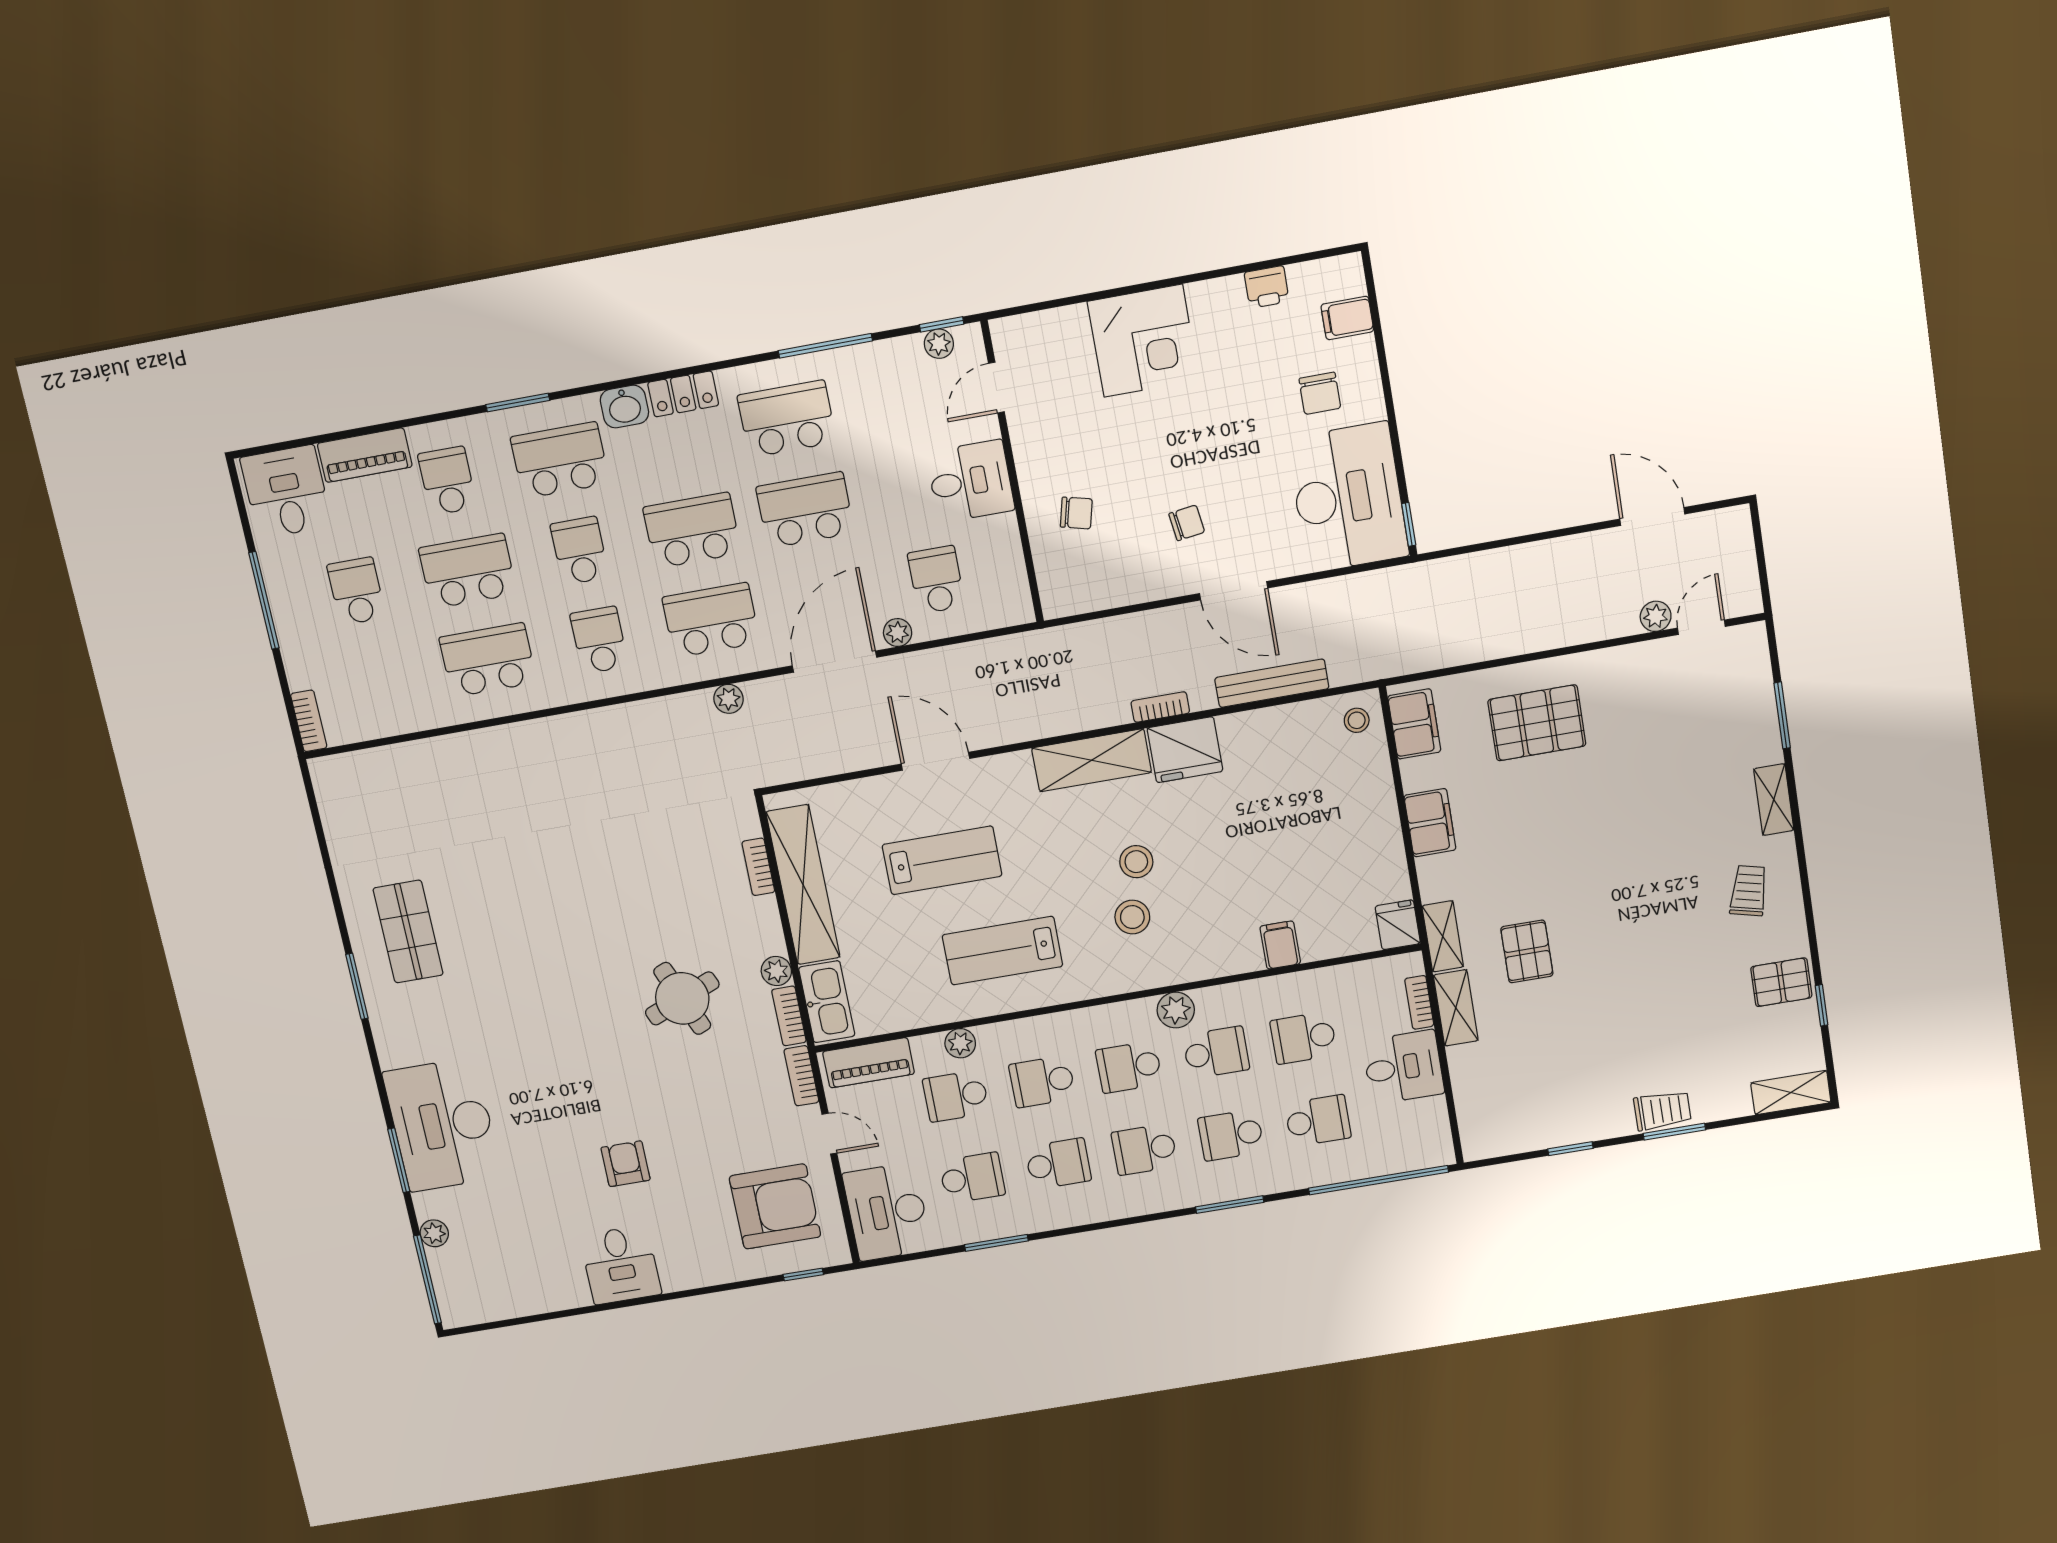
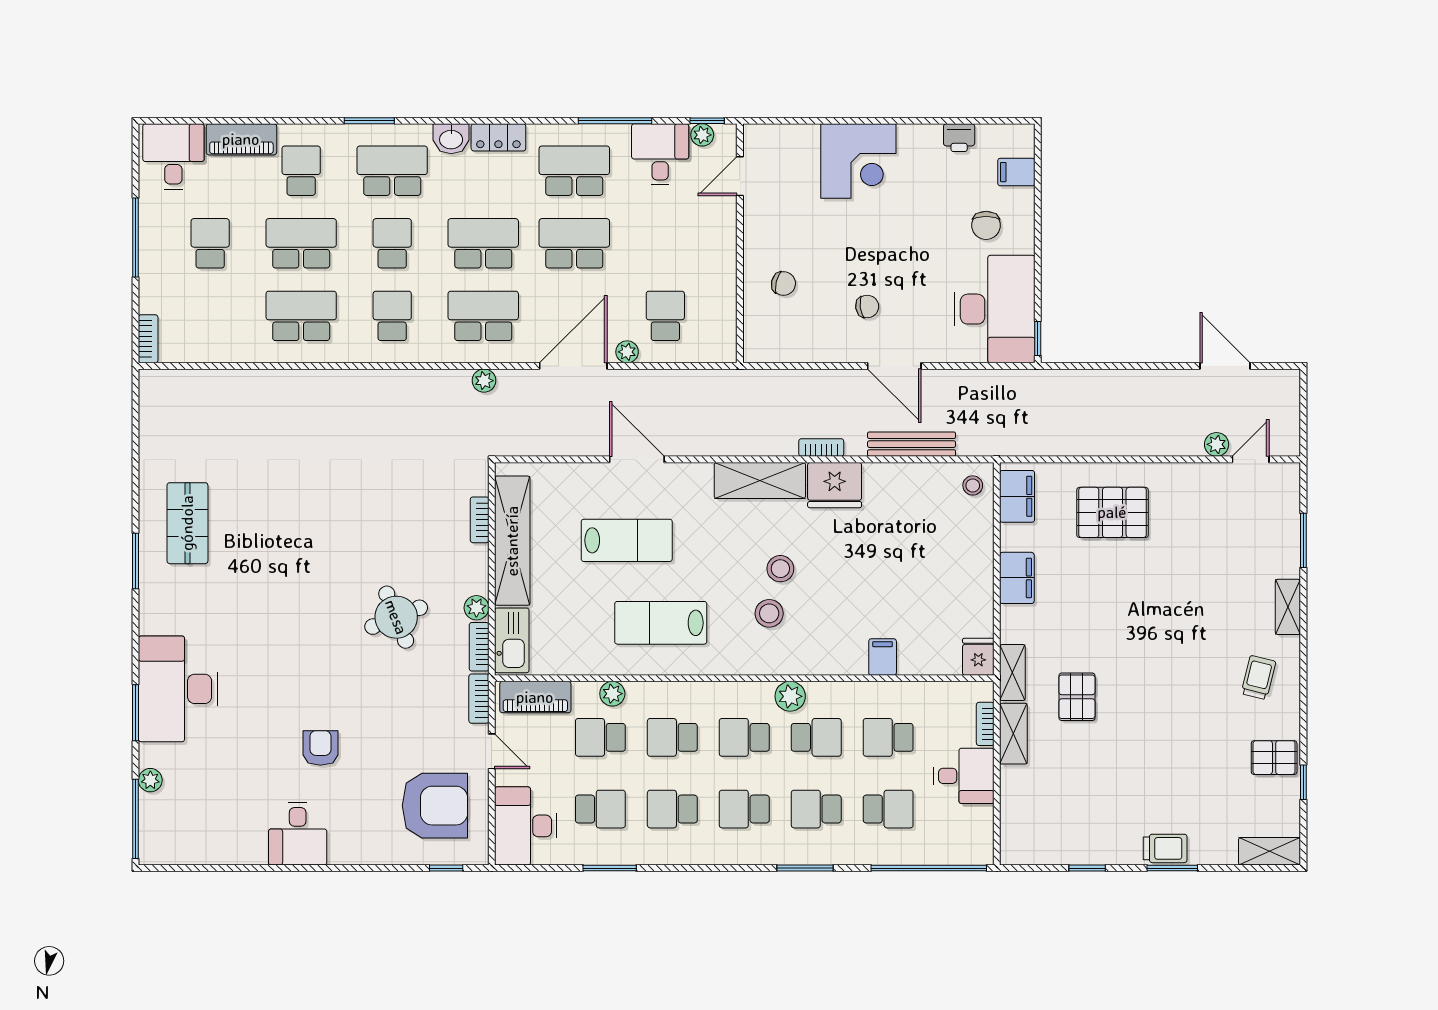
desk: (970, 481) -> (660, 154), moved, turned -90
school desk: (1058, 1164) -> (672, 809), turned 180

